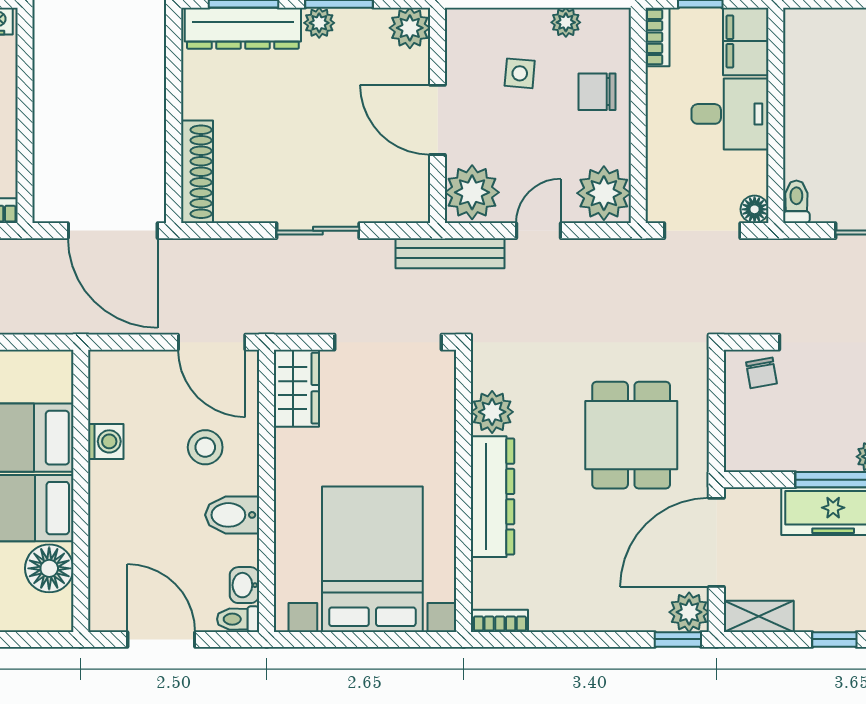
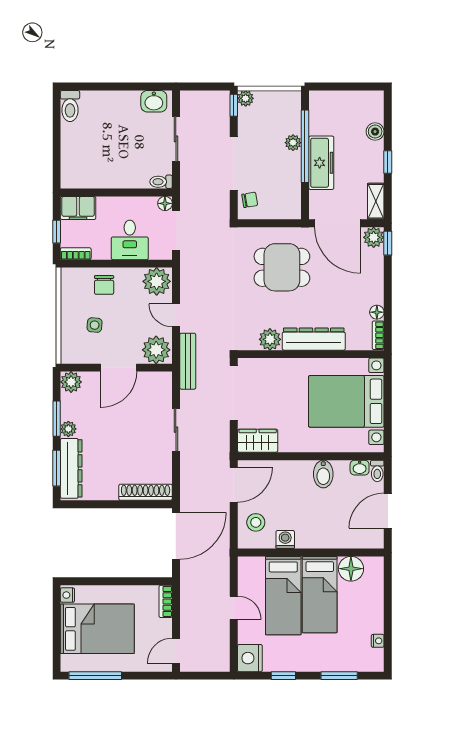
plant: (566, 22) -> (68, 301), removed
desk: (730, 114) -> (130, 240), moved, turned 180
stool: (205, 447) -> (256, 522), moved
floor lamp: (545, 618) -> (377, 312), added

